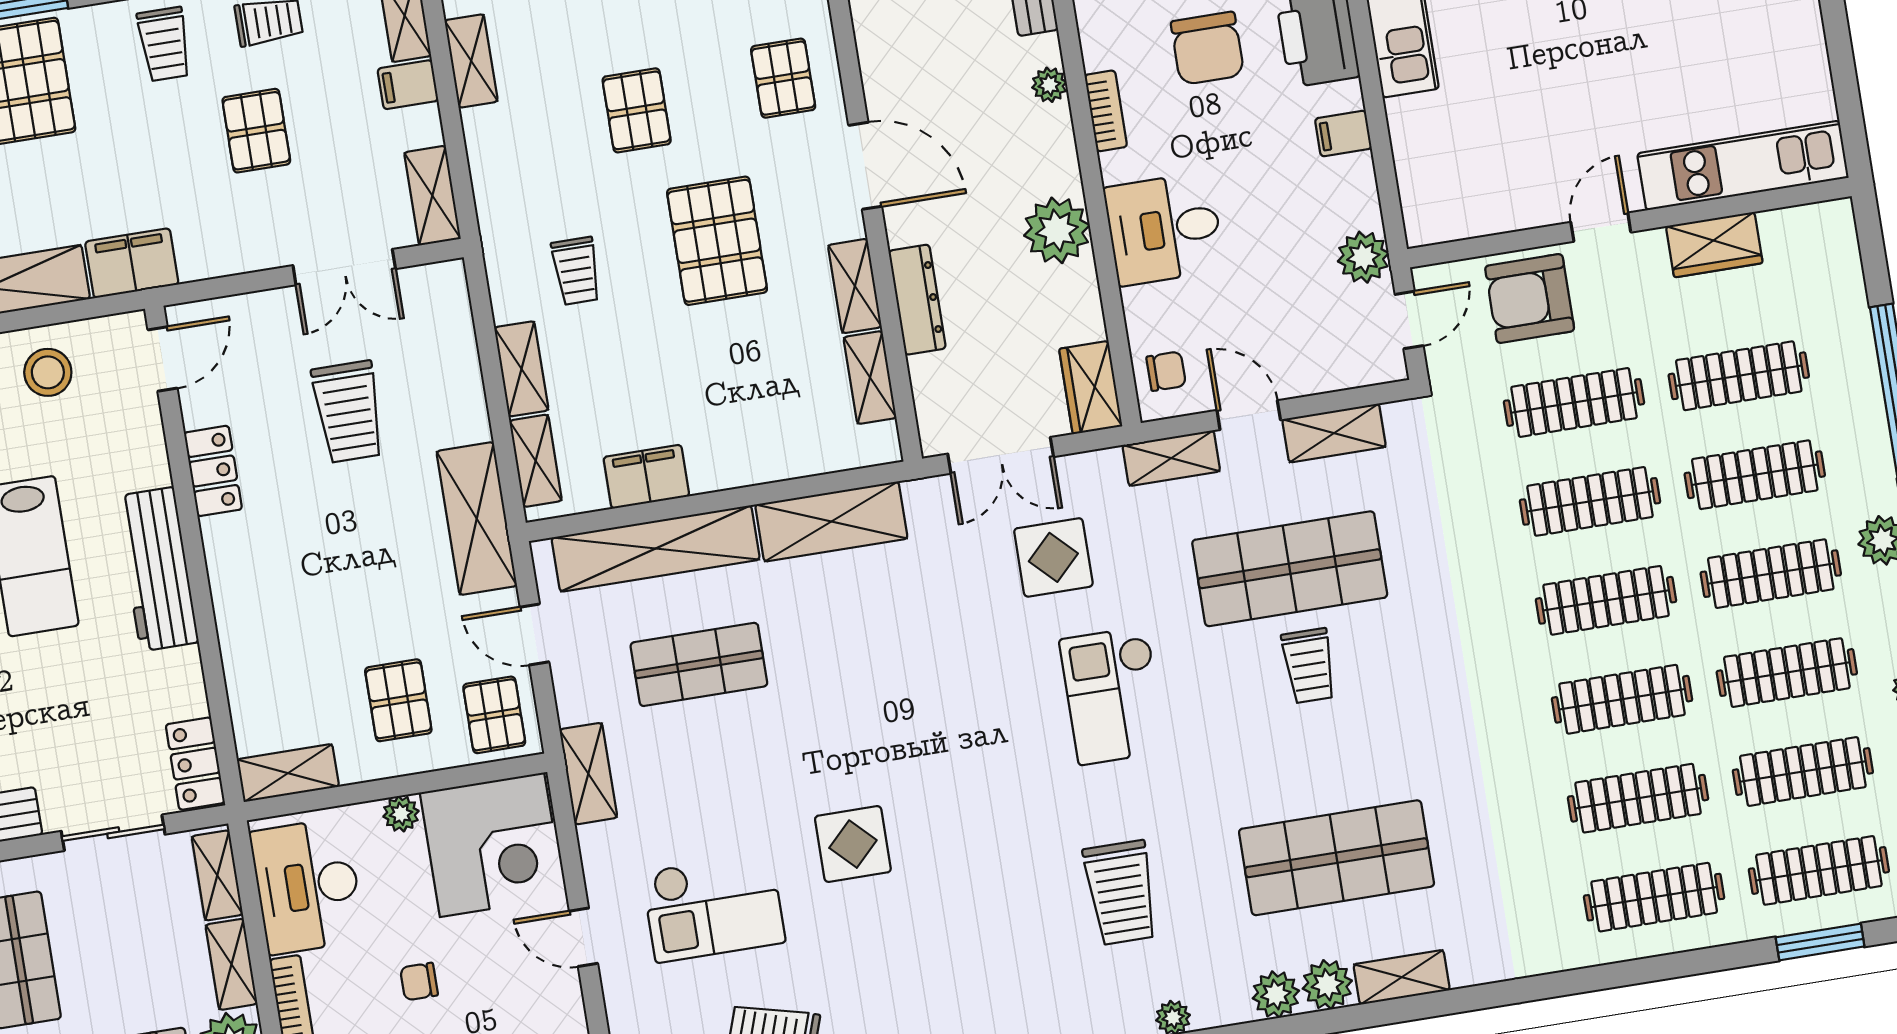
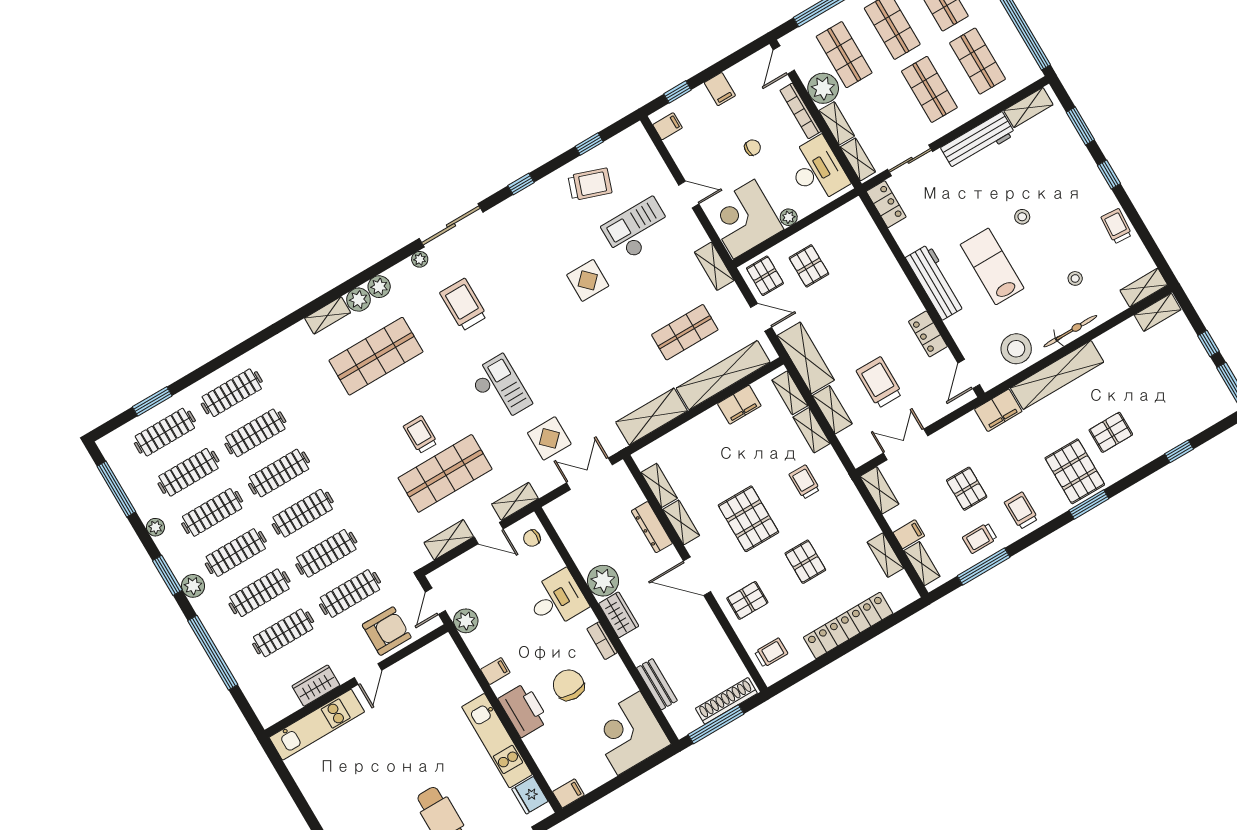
pallet: (783, 78) -> (747, 600), turned 90
plant: (1049, 85) -> (631, 642), removed
stool: (48, 372) -> (1016, 349), width x1.38, depth x1.38
wardrobe: (1091, 387) -> (619, 615), moved
shelving: (288, 773) -> (832, 410), moved, turned 90

